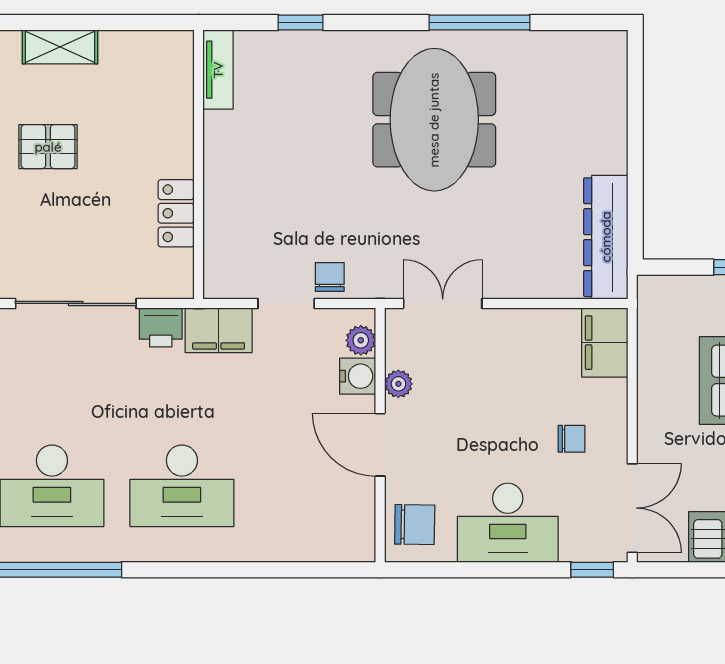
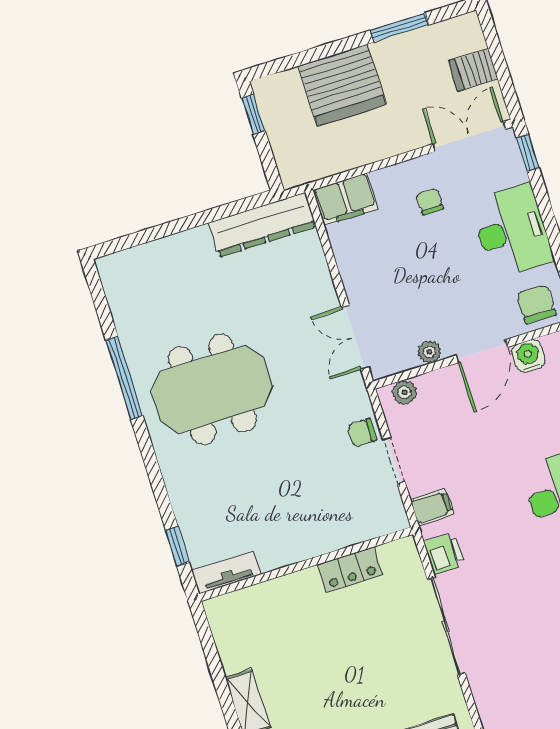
window: (301, 22) -> (177, 546), moved
pallet: (48, 147) -> (329, 687), removed
filing cabinet: (219, 330) -> (432, 507), width x0.50
water cooler: (358, 376) -> (528, 356), moved

